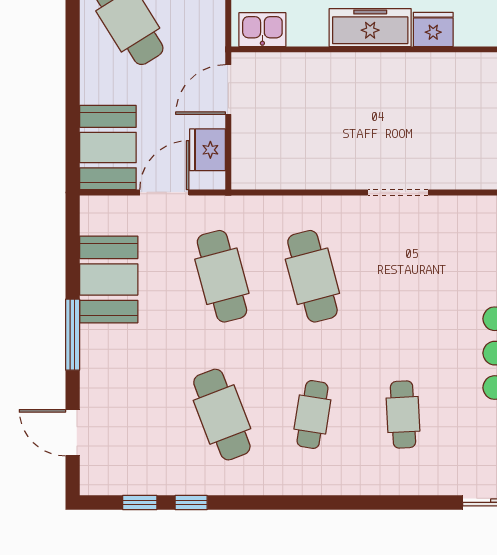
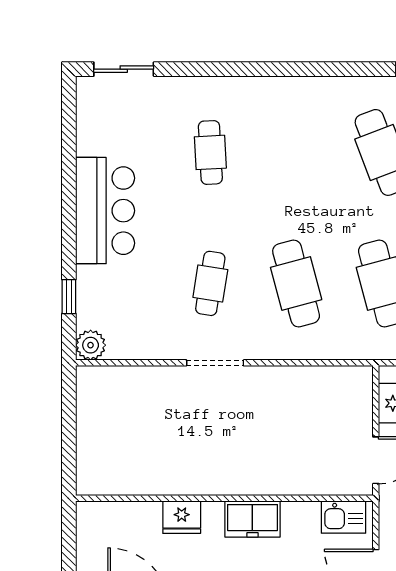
freezer: (370, 28) -> (252, 519), width x0.71
cafe table: (312, 415) -> (210, 283), moved

